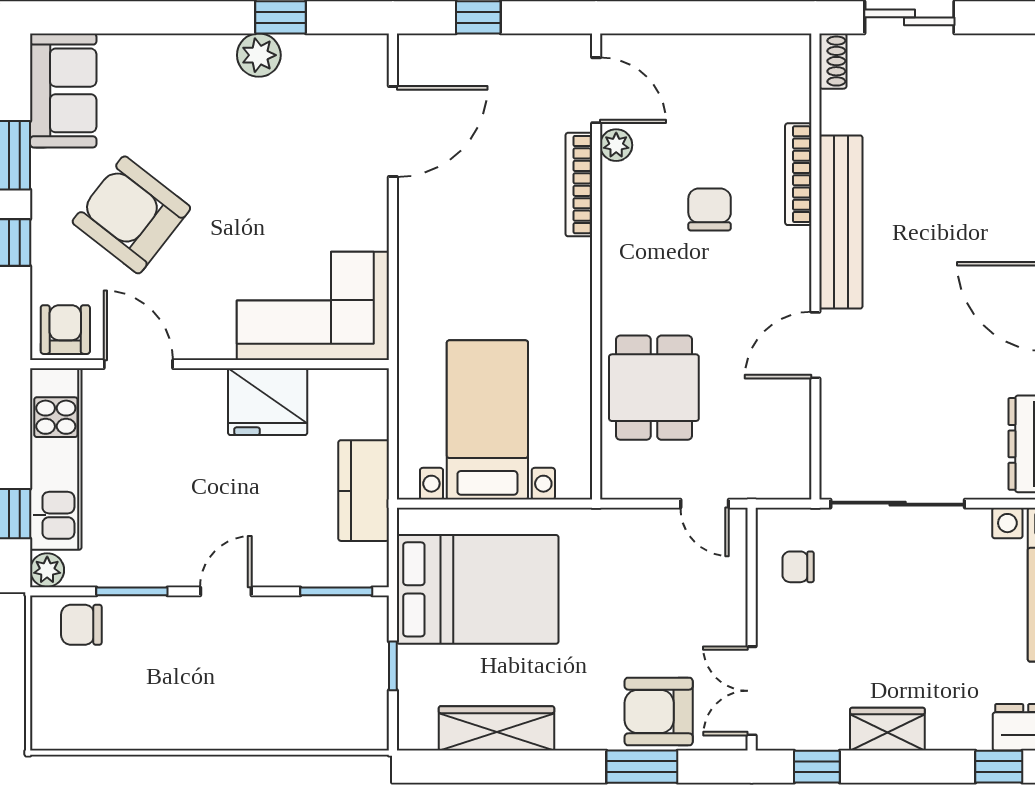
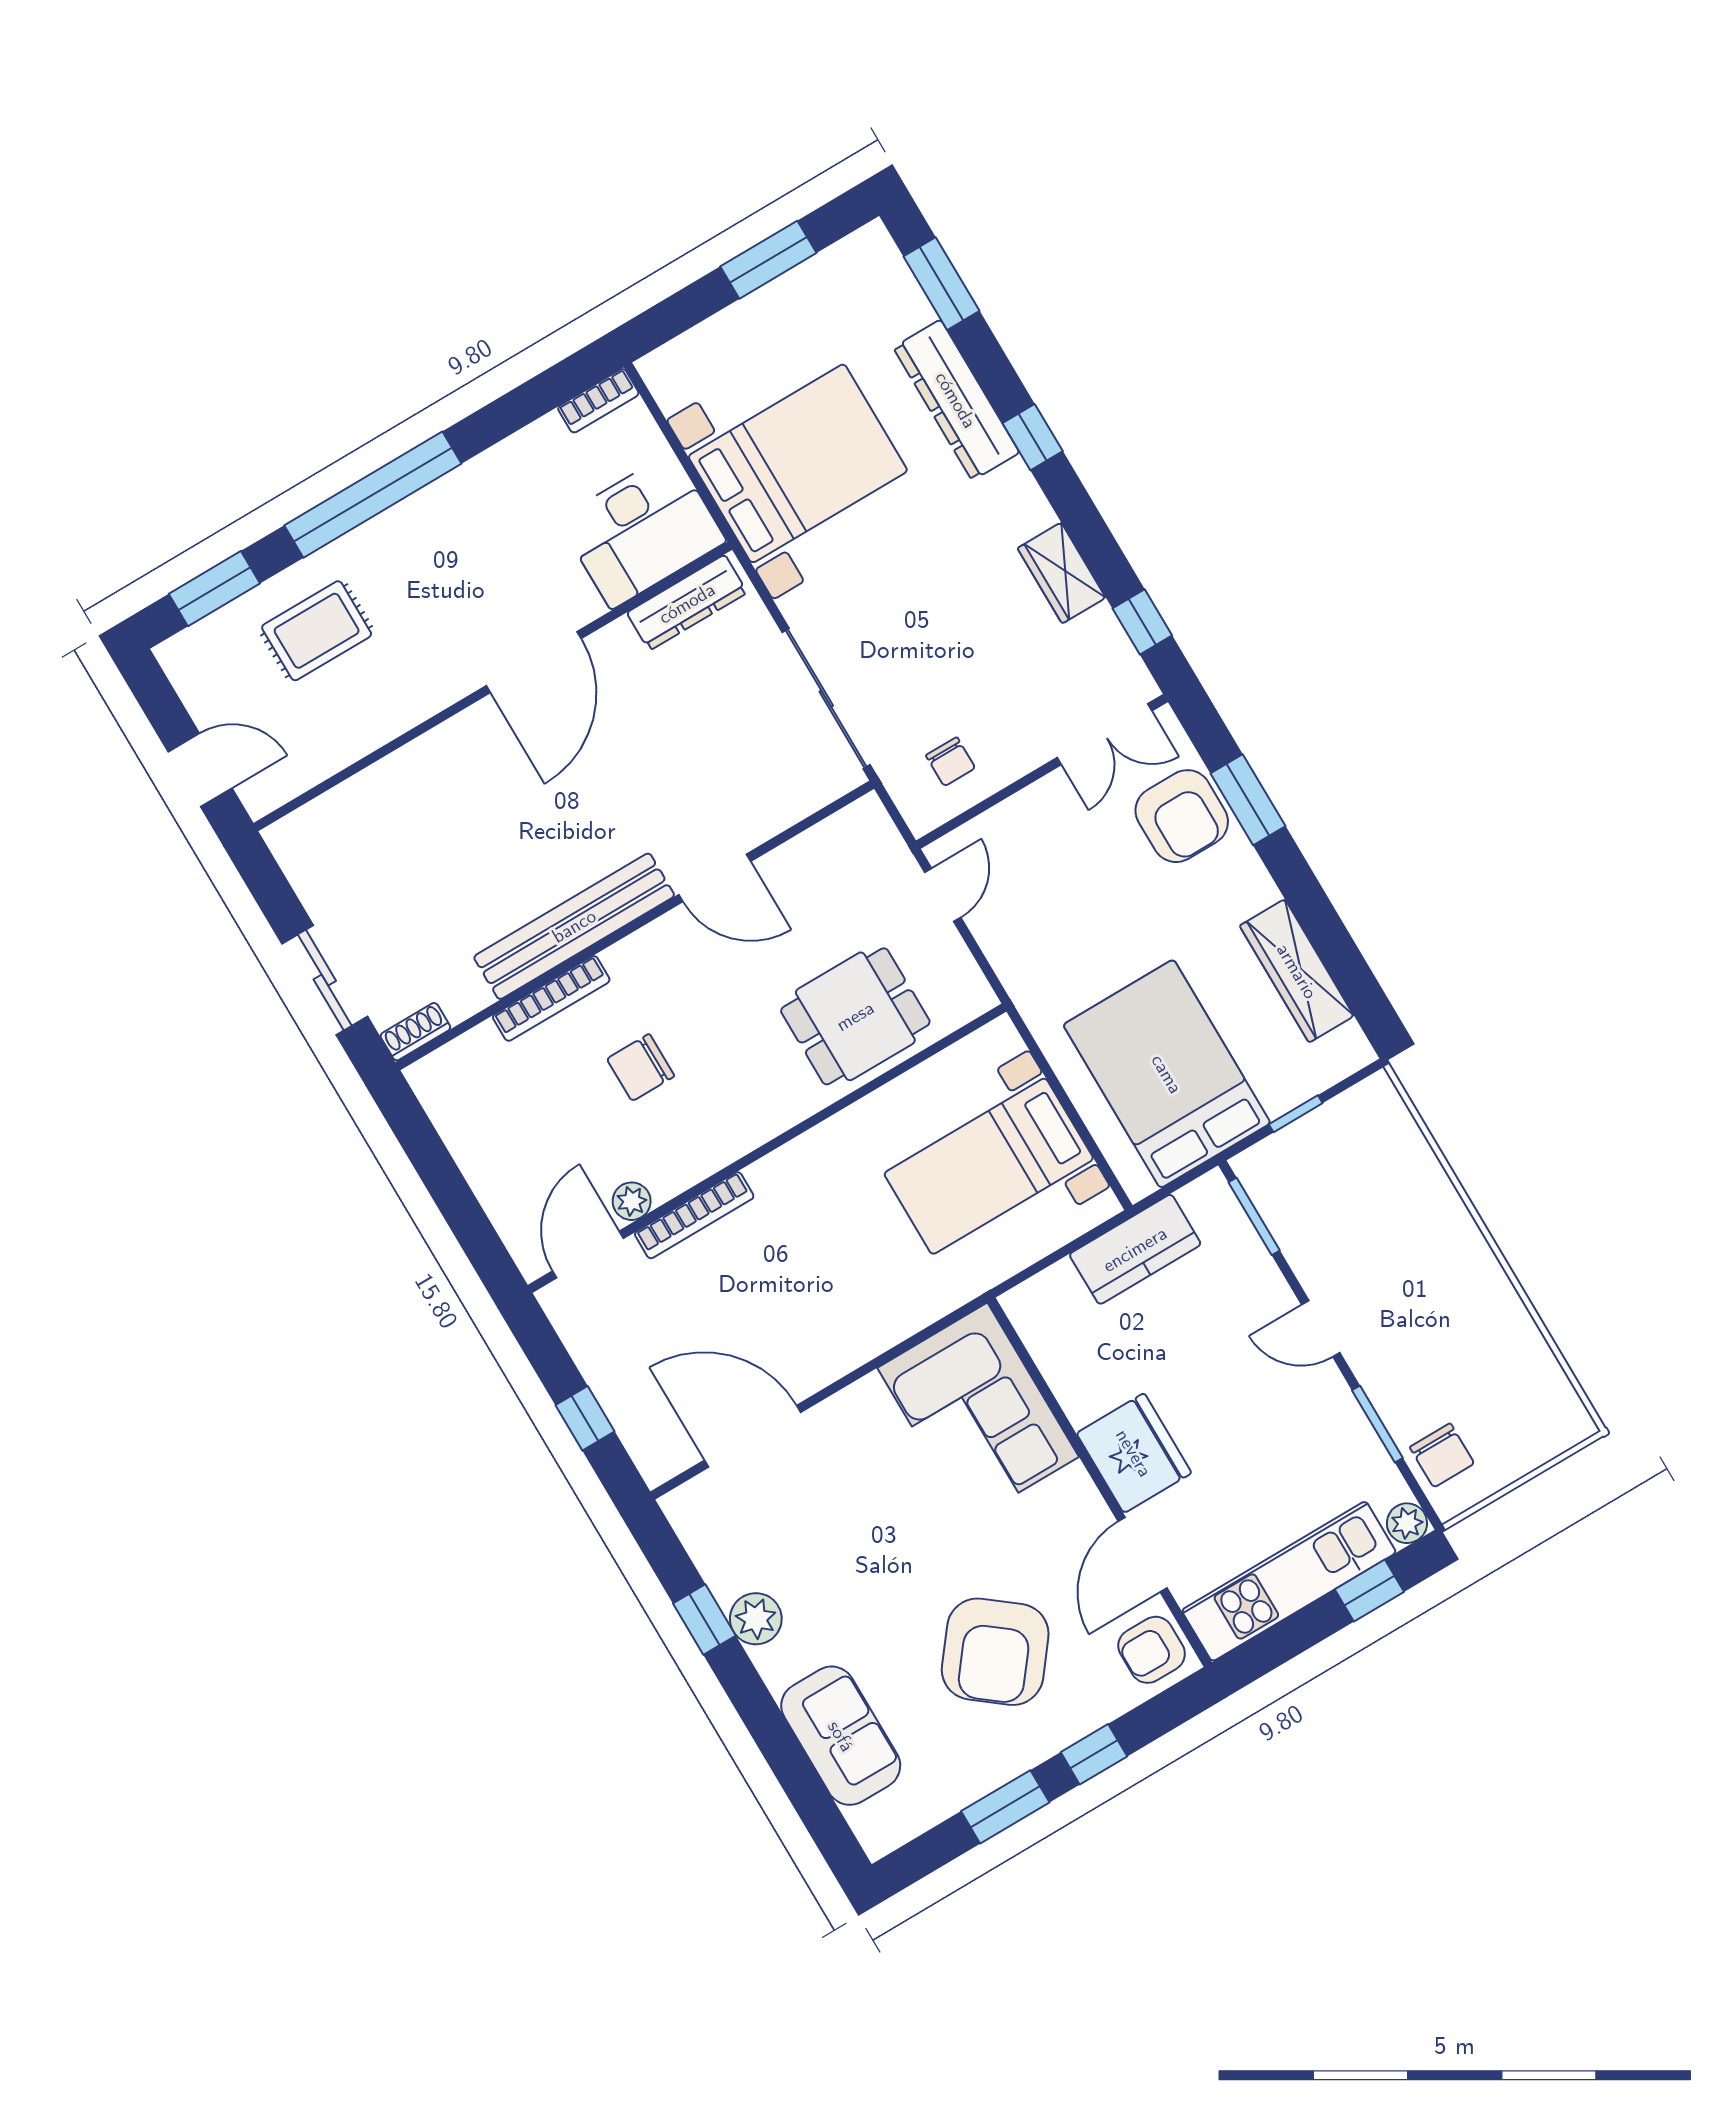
sofa: (63, 90) -> (841, 1736), moved, turned 90
fridge: (268, 402) -> (1134, 1453), moved

